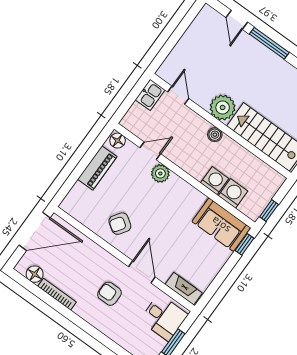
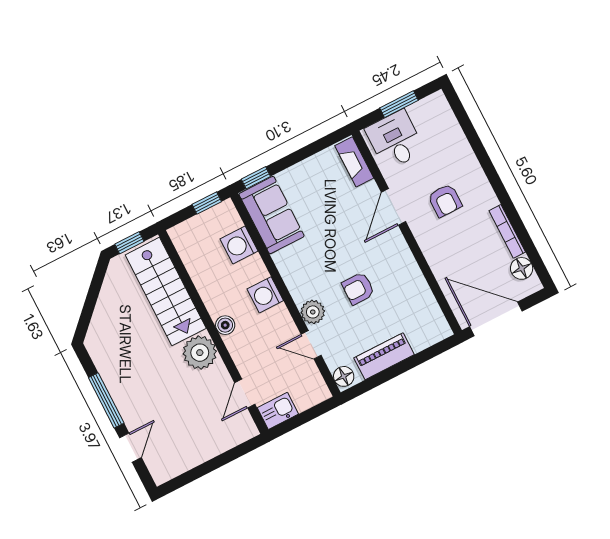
washing machine: (215, 181) -> (265, 295), moved
armchair: (120, 224) -> (358, 288), moved, turned 146

